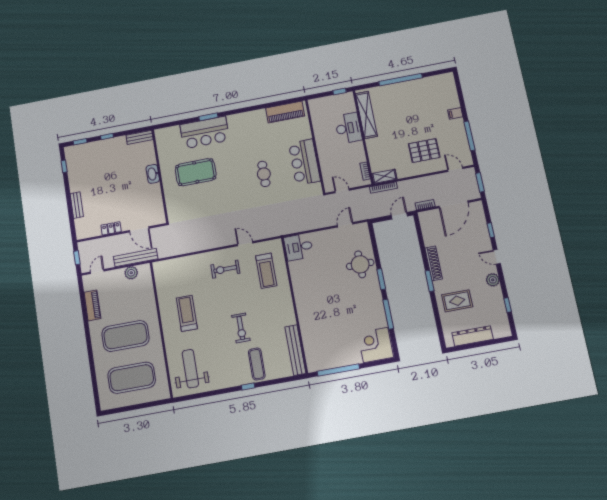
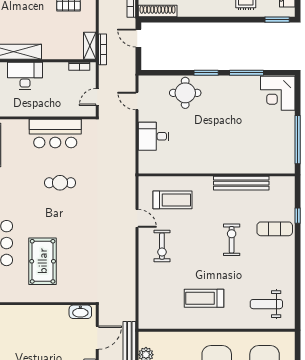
washbasin: (153, 174) -> (80, 312), moved
door: (245, 244) -> (137, 218), swing flipped
desk: (299, 247) -> (154, 136), moved, turned 90
shoe rack: (434, 263) -> (158, 11), moved
window: (430, 281) -> (277, 20), moved
exercise bike: (241, 328) -> (232, 240), turned -90
bench: (295, 350) -> (241, 183), moved
weight bench: (190, 369) -> (266, 304), width x0.73, depth x0.75
window: (248, 387) -> (298, 216), moved

